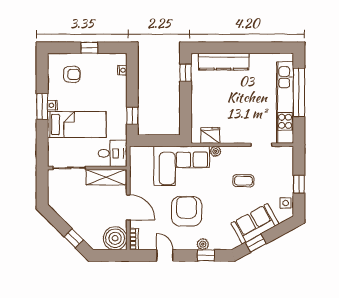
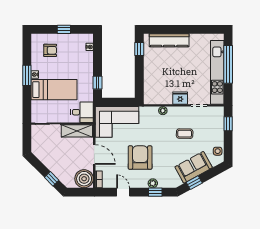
fridge: (210, 135) -> (180, 98), moved
corner sofa: (182, 166) -> (117, 122), moved
window: (299, 184) -> (228, 124), moved

